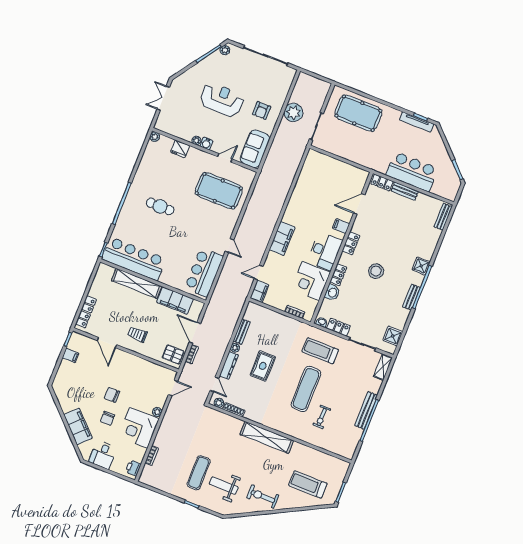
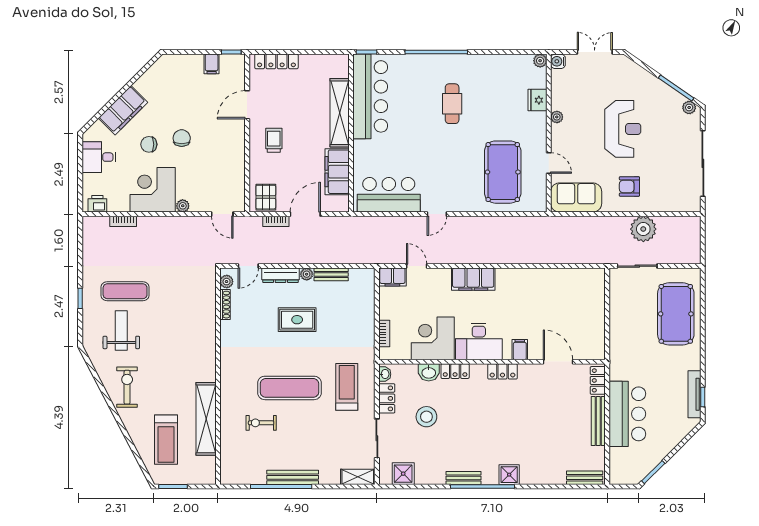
water cooler: (206, 143) -> (558, 61), moved
bench: (405, 191) -> (598, 421), width x1.36
stool: (376, 271) -> (426, 417), moved
shelving: (267, 437) -> (206, 419), moved
treadmill: (308, 484) -> (166, 440), turned 180

